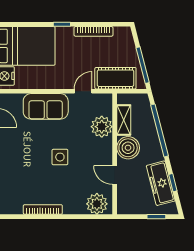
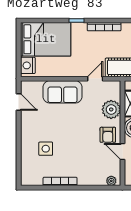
armchair: (98, 156) -> (108, 135), added
side table: (60, 157) -> (46, 149), moved
plant: (97, 204) -> (111, 181), width x0.53, depth x0.53

